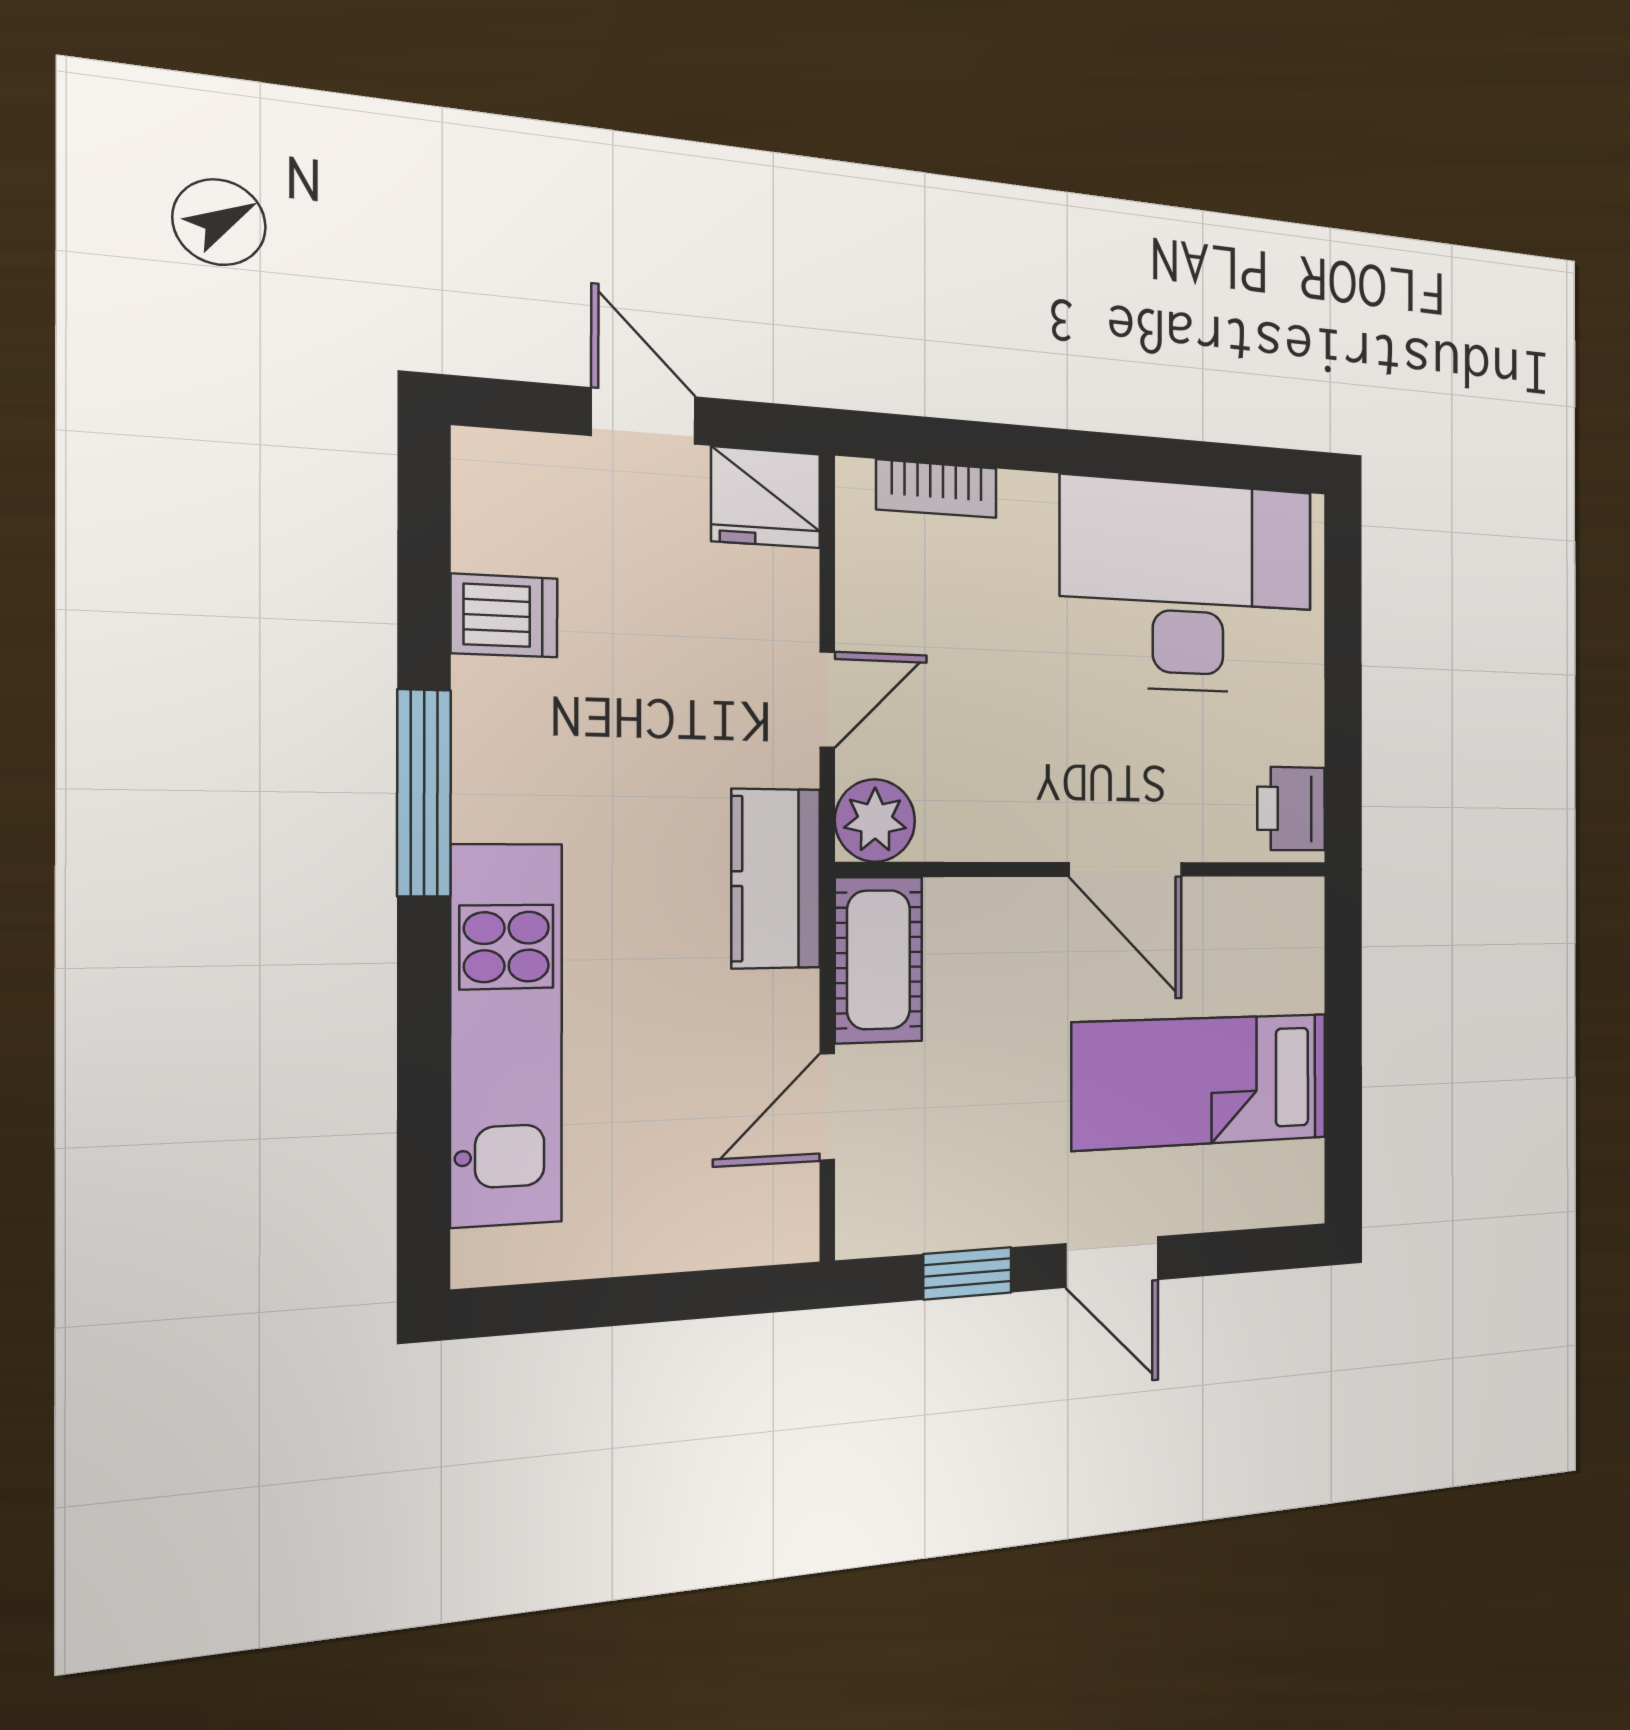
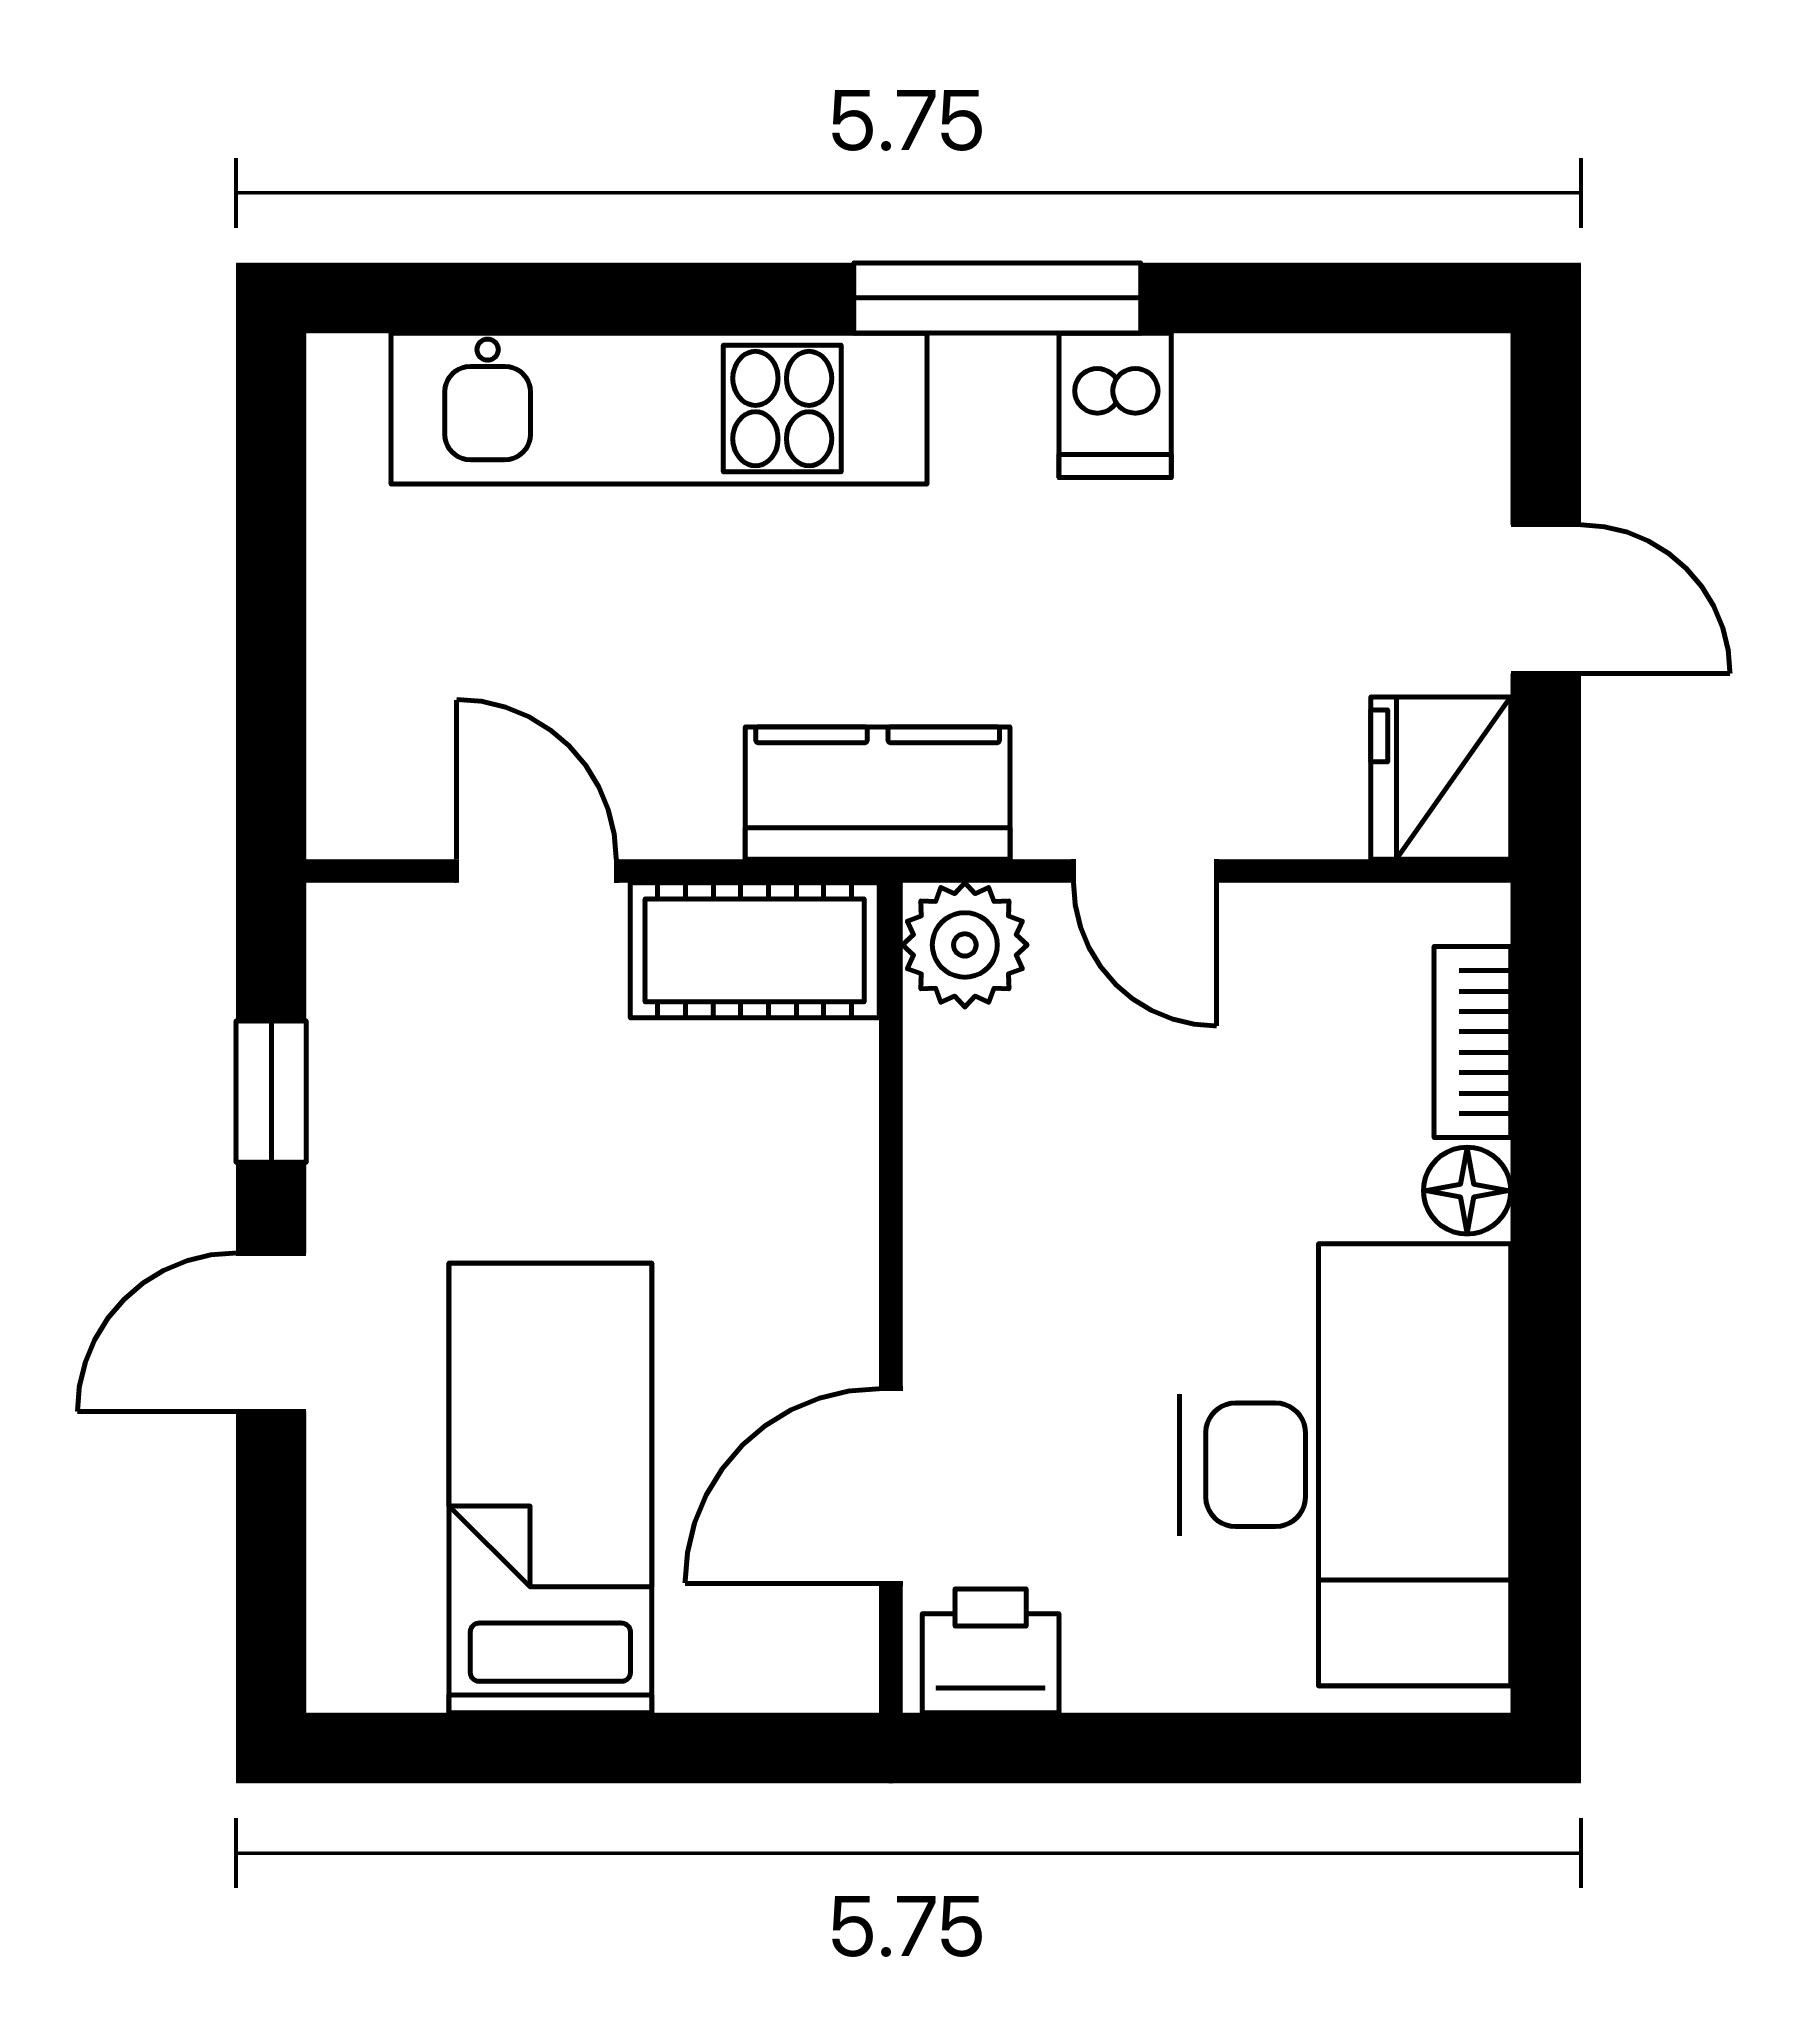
door: (644, 416) -> (1546, 599), hinge flipped
floor lamp: (1028, 499) -> (1467, 1191), added
dishwasher: (504, 616) -> (1115, 405), moved
door: (1126, 869) -> (891, 1486), moved

